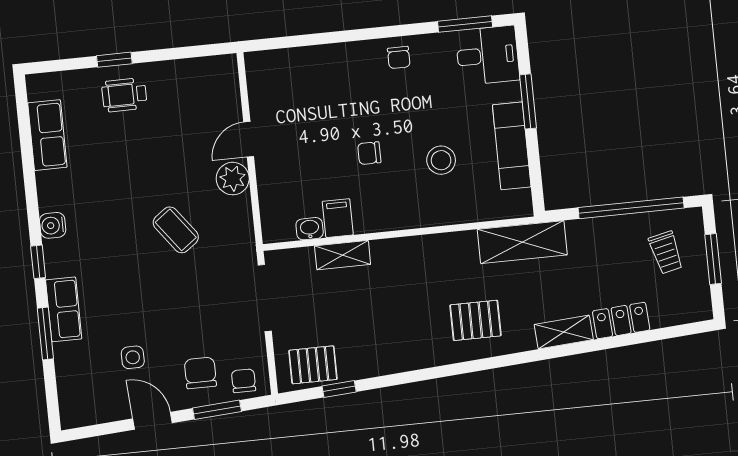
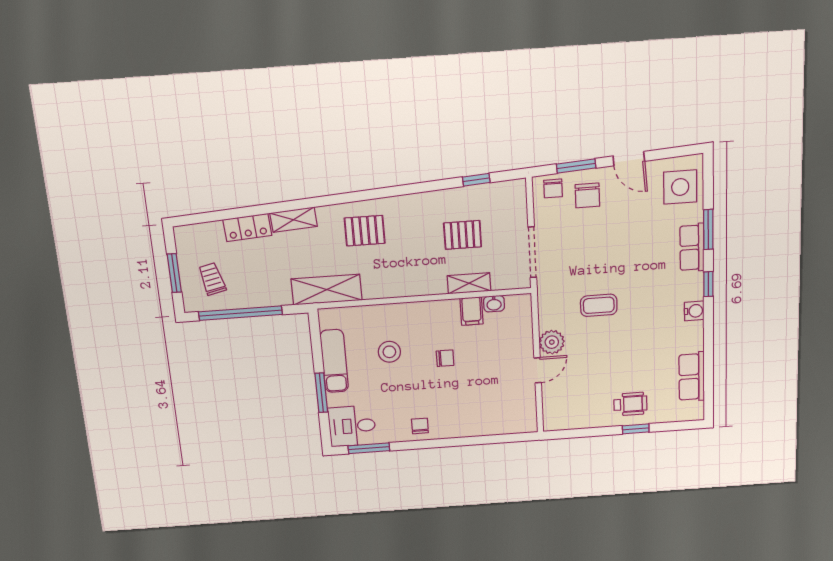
coffee table: (176, 230) -> (599, 305), turned -53
side table: (133, 357) -> (680, 187), moved, width x1.87, depth x1.87
pallet: (313, 365) -> (463, 235), moved

